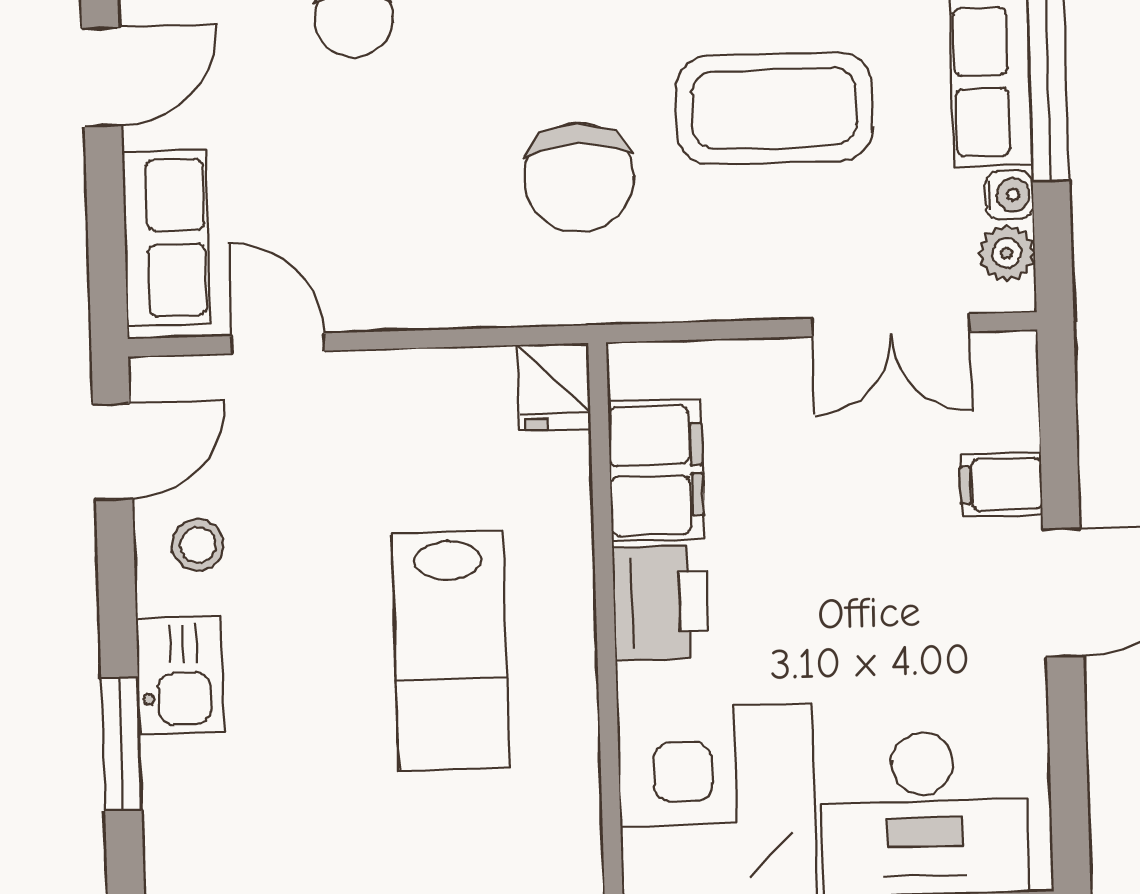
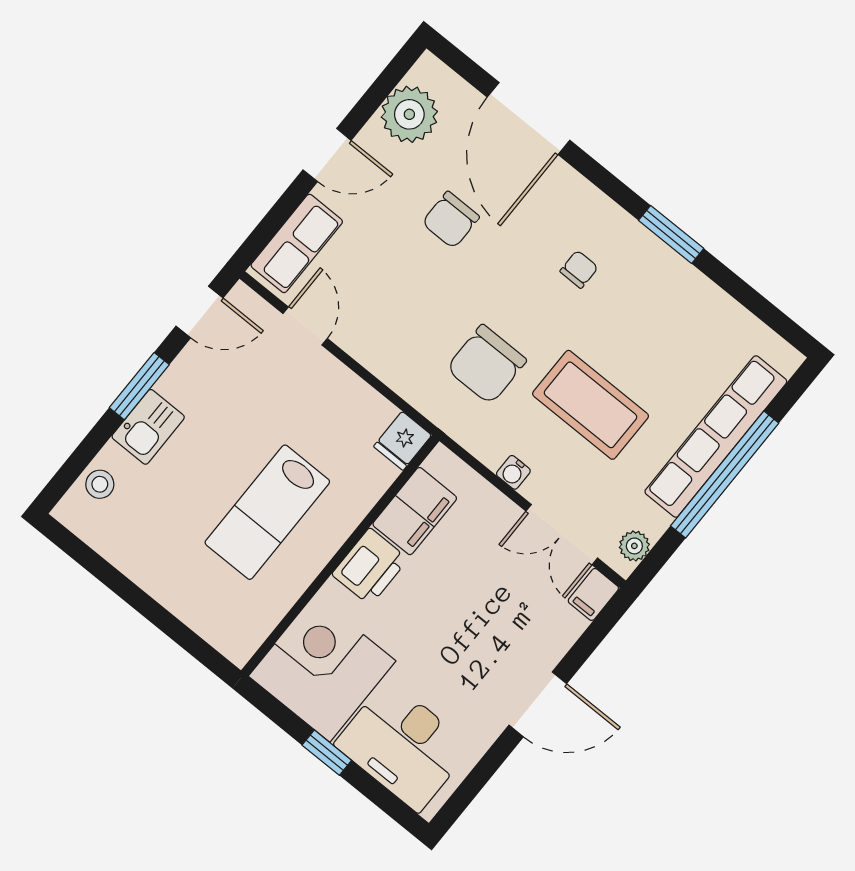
water cooler: (1009, 195) -> (513, 472), moved, turned 90
filing cabinet: (1001, 484) -> (593, 594), moved, turned -90
stool: (198, 545) -> (100, 484), moved
window: (121, 744) -> (139, 386), moved

